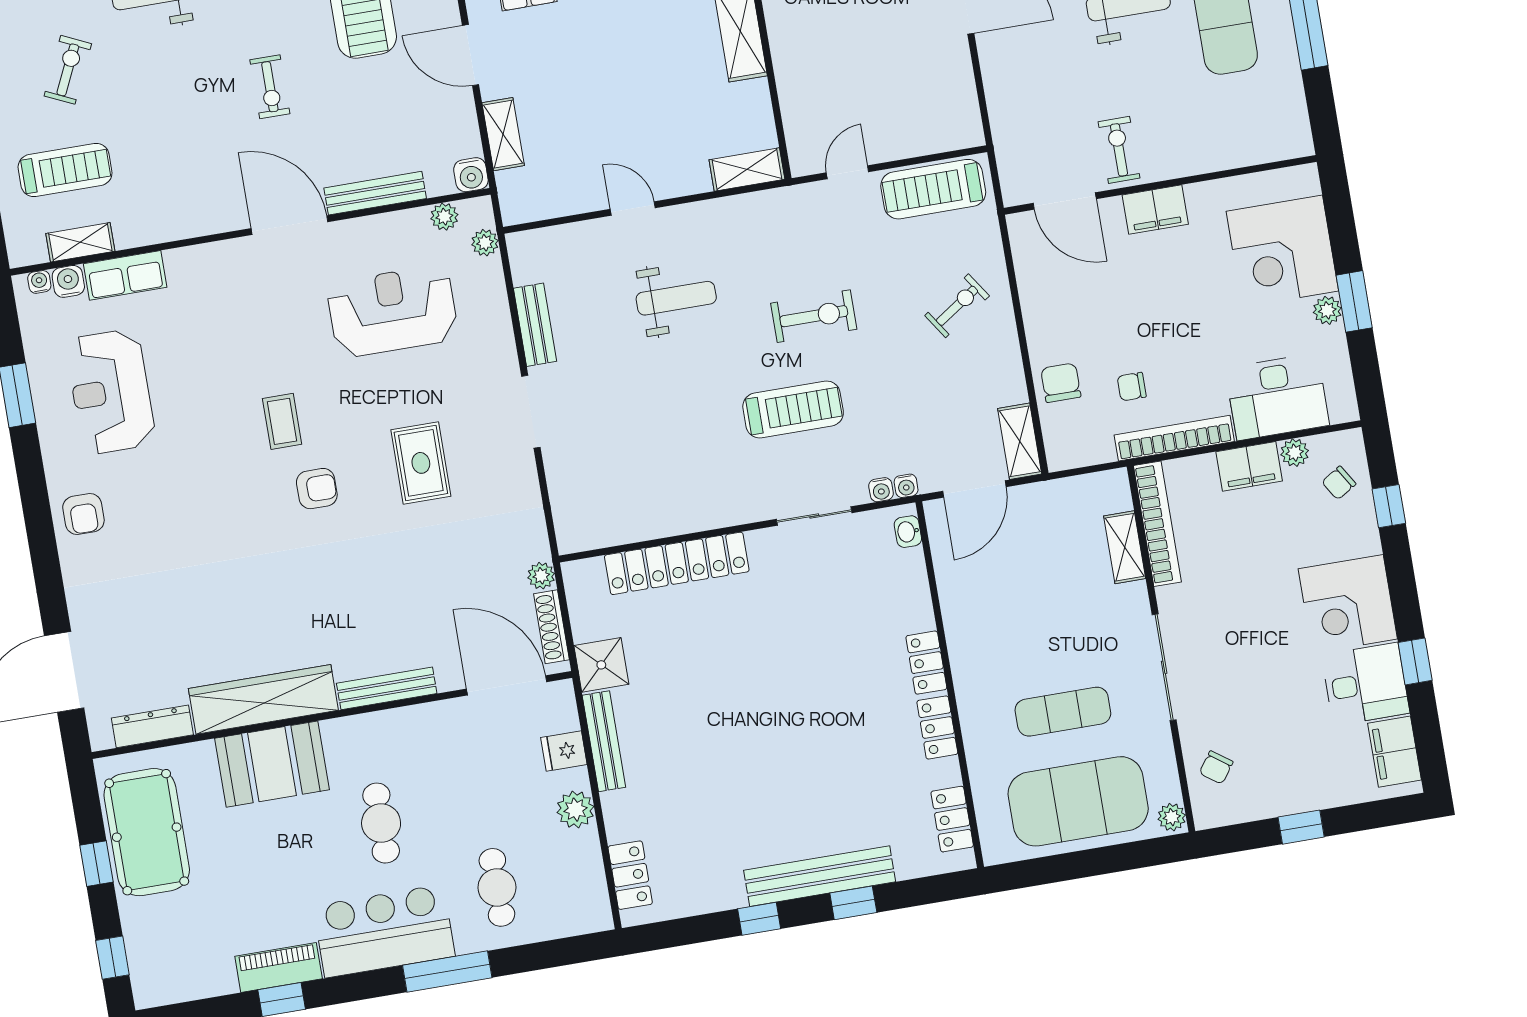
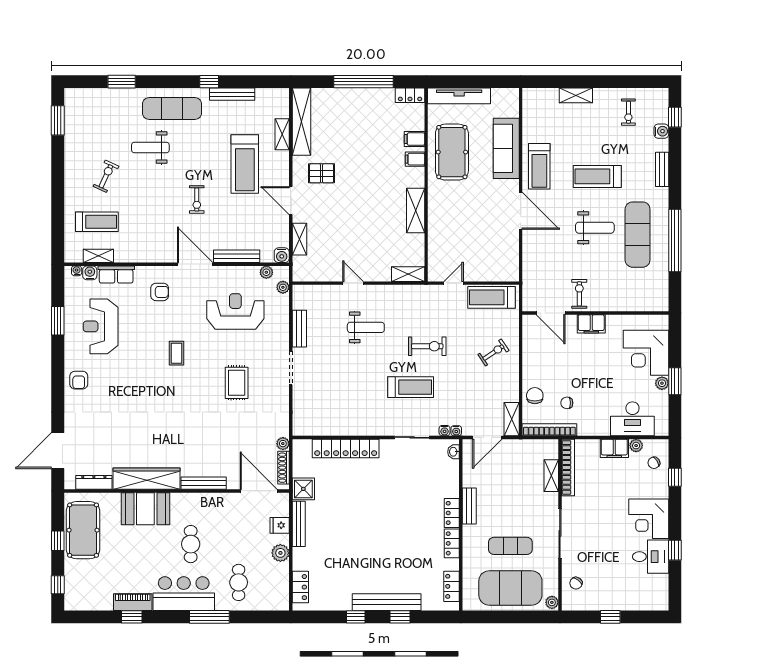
bookcase: (1174, 438) -> (549, 430), moved
armchair: (317, 489) -> (160, 292), moved
bench: (961, 641) -> (469, 506), added
filing cabinet: (1395, 752) -> (659, 590), removed

